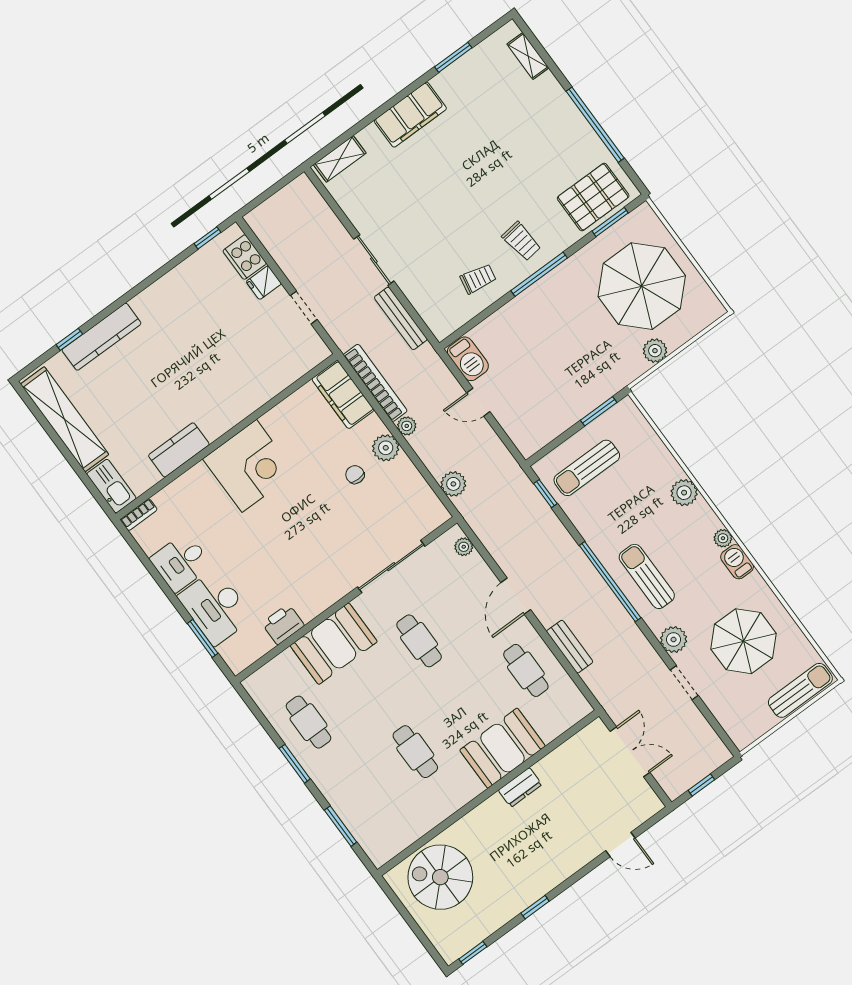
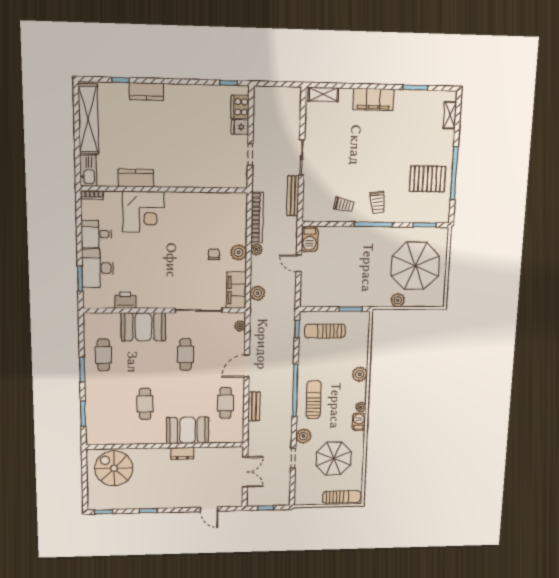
pallet: (593, 197) -> (427, 179), moved
kitchen counter: (102, 337) -> (147, 92), width x0.67
filing cabinet: (343, 395) -> (236, 290), moved
corner desk: (249, 466) -> (143, 212), moved

